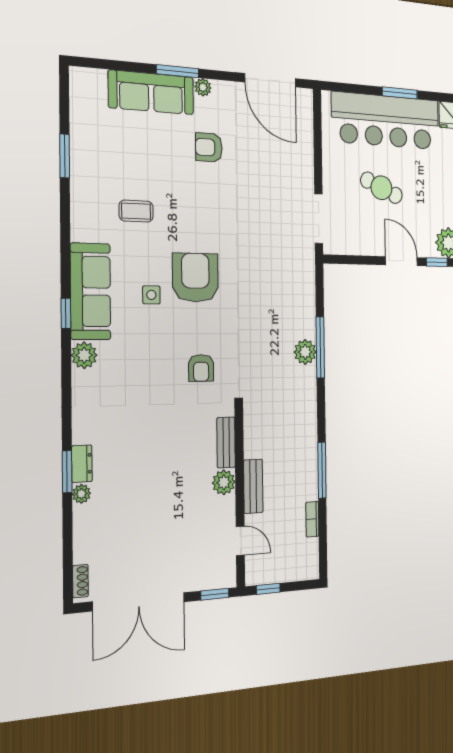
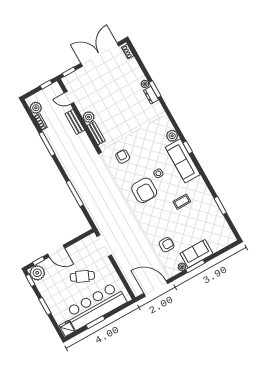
sofa: (151, 92) -> (197, 254), width x0.73
plant: (305, 352) -> (36, 108), moved

